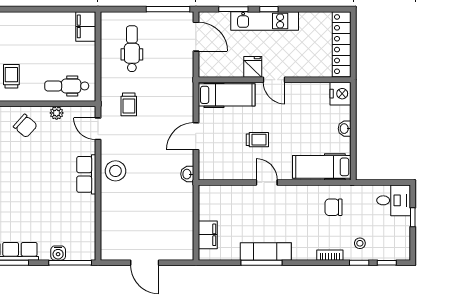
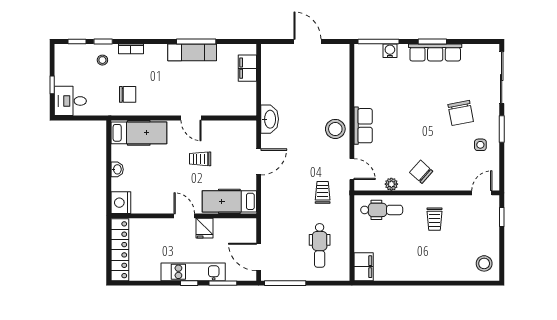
washbasin: (187, 174) -> (270, 119), width x1.91, depth x1.45

